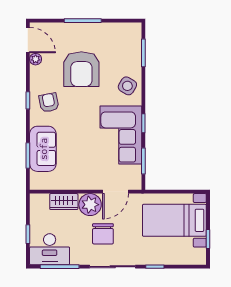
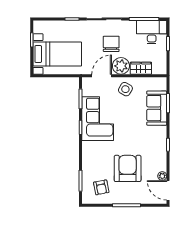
side table: (127, 86) -> (125, 89), moved
armchair: (49, 103) -> (101, 187), moved

